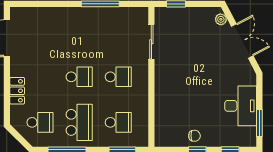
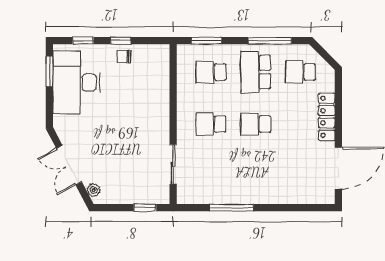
locker: (17, 91) -> (327, 117), width x1.53
desk: (241, 106) -> (76, 83), width x1.36, depth x1.30

